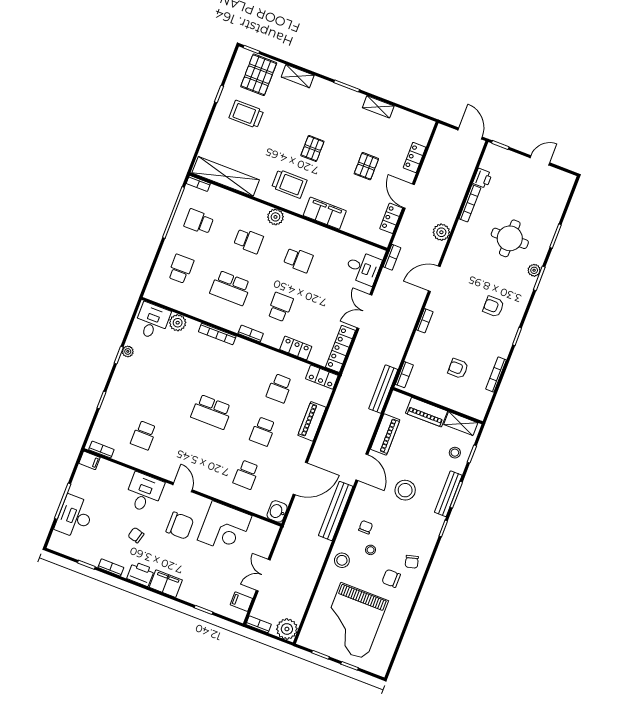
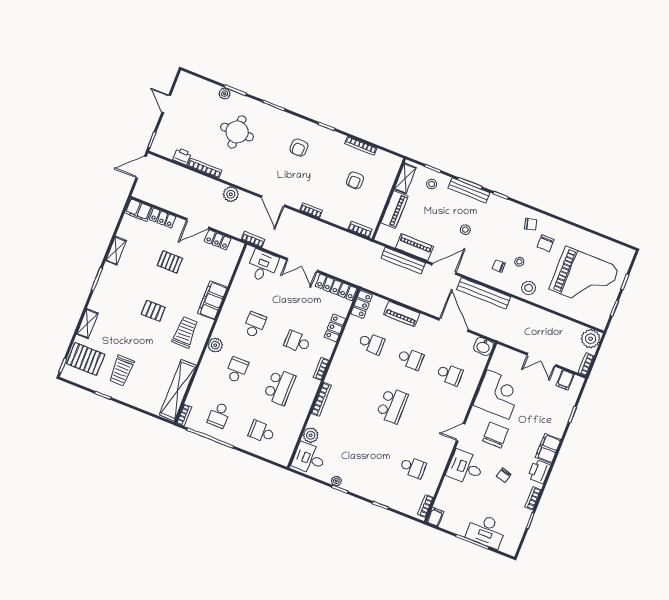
filing cabinet: (423, 131) -> (138, 210), added
plant: (534, 270) -> (225, 94), moved
bench: (383, 389) -> (403, 261), moved
stool: (405, 490) -> (465, 230), width x0.53, depth x0.53

